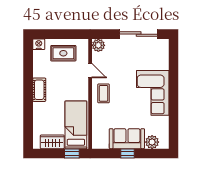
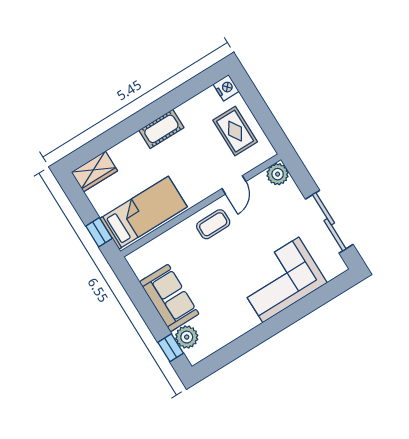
corner sofa: (153, 93) -> (281, 280), moved
wardrobe: (52, 142) -> (94, 171), moved, turned 90
window: (127, 153) -> (171, 348), moved

